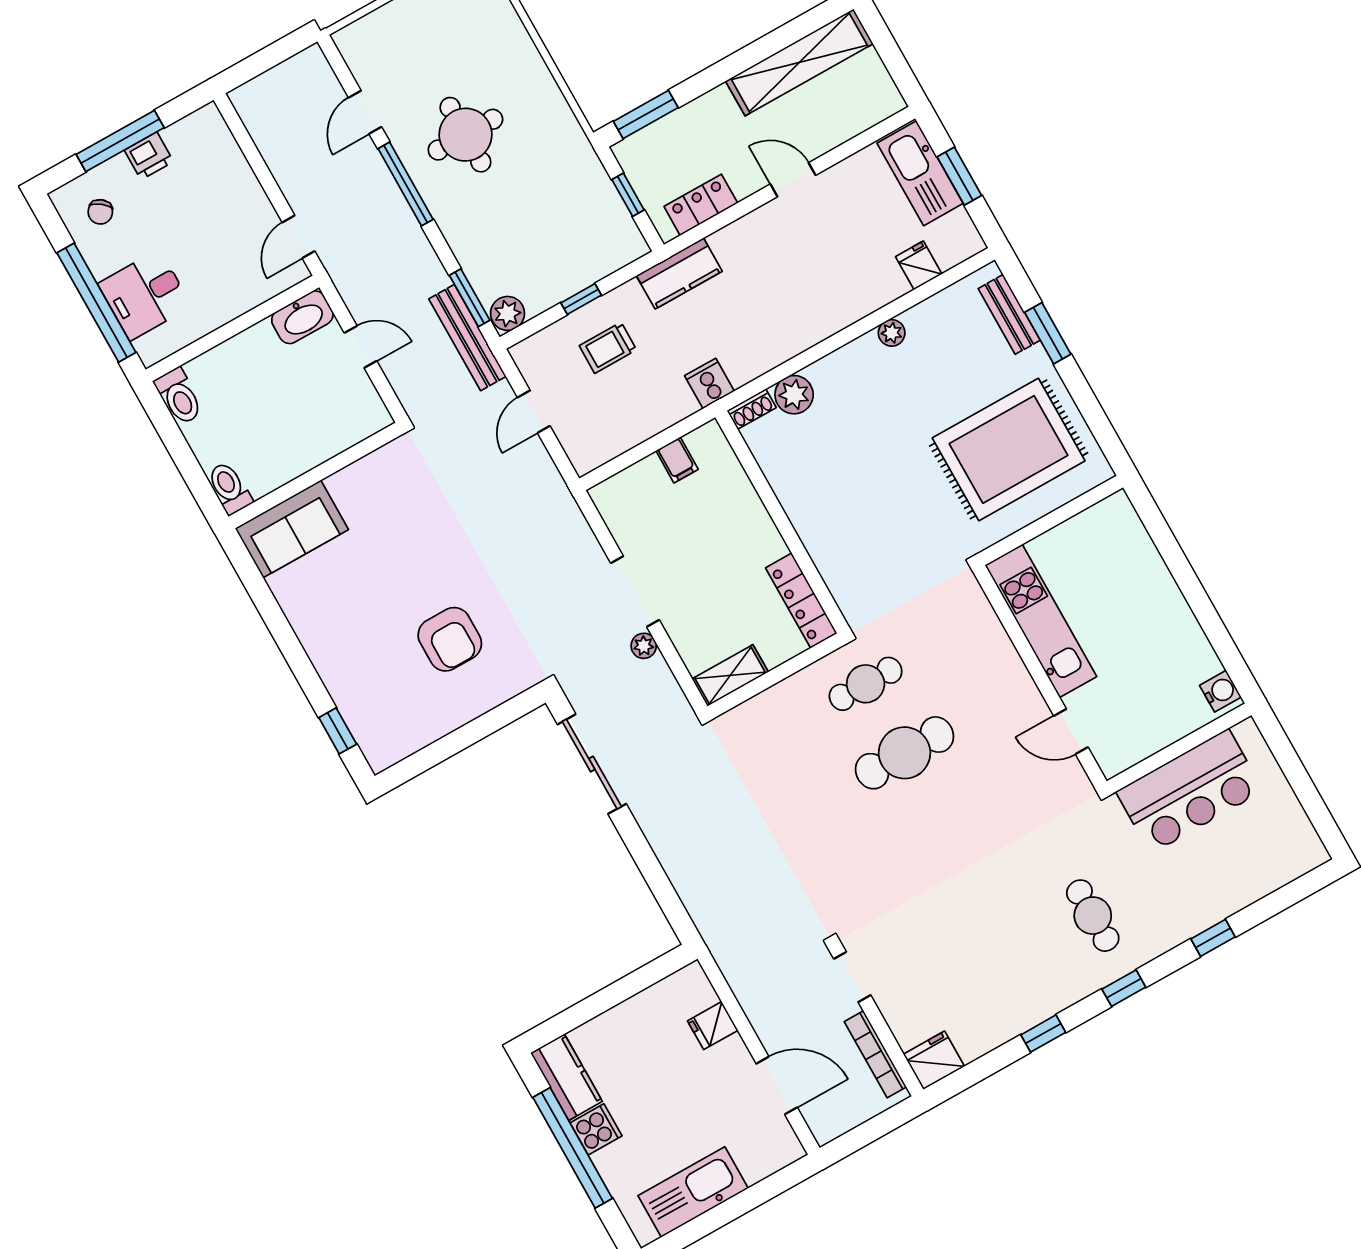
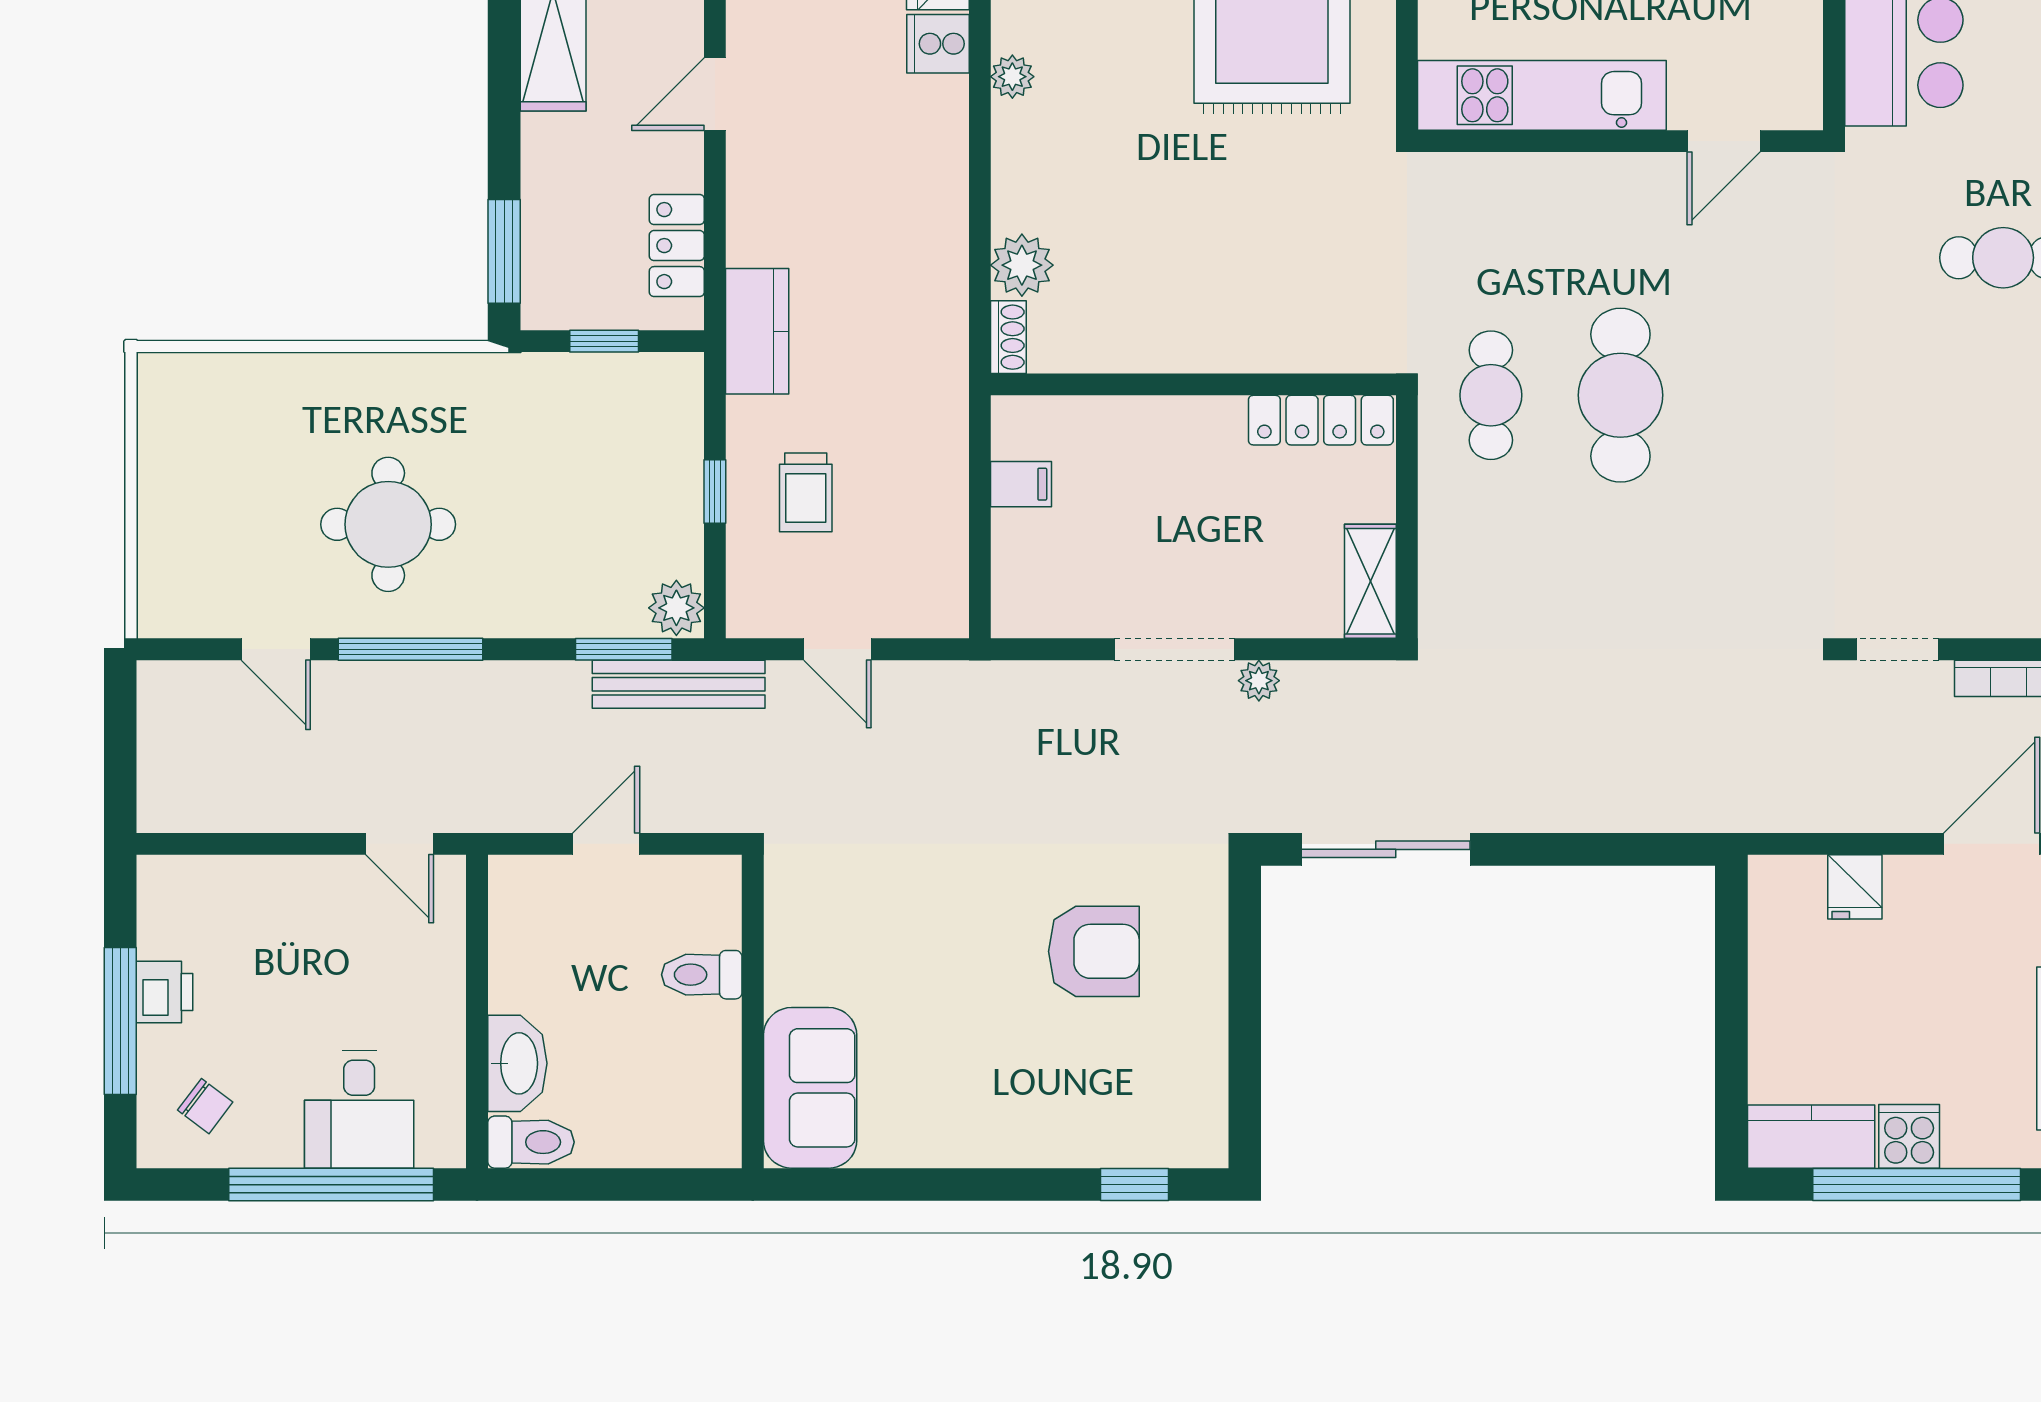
washbasin: (302, 317) -> (517, 1063), moved
cooker: (709, 383) -> (938, 44), moved
toilet: (229, 488) -> (702, 975), moved

